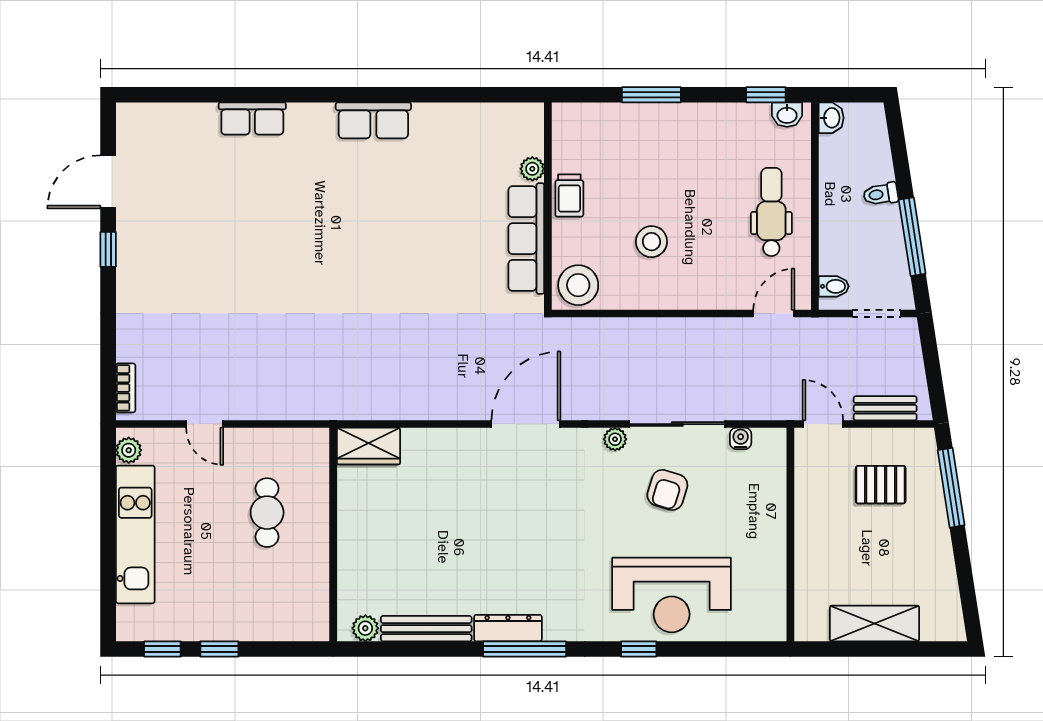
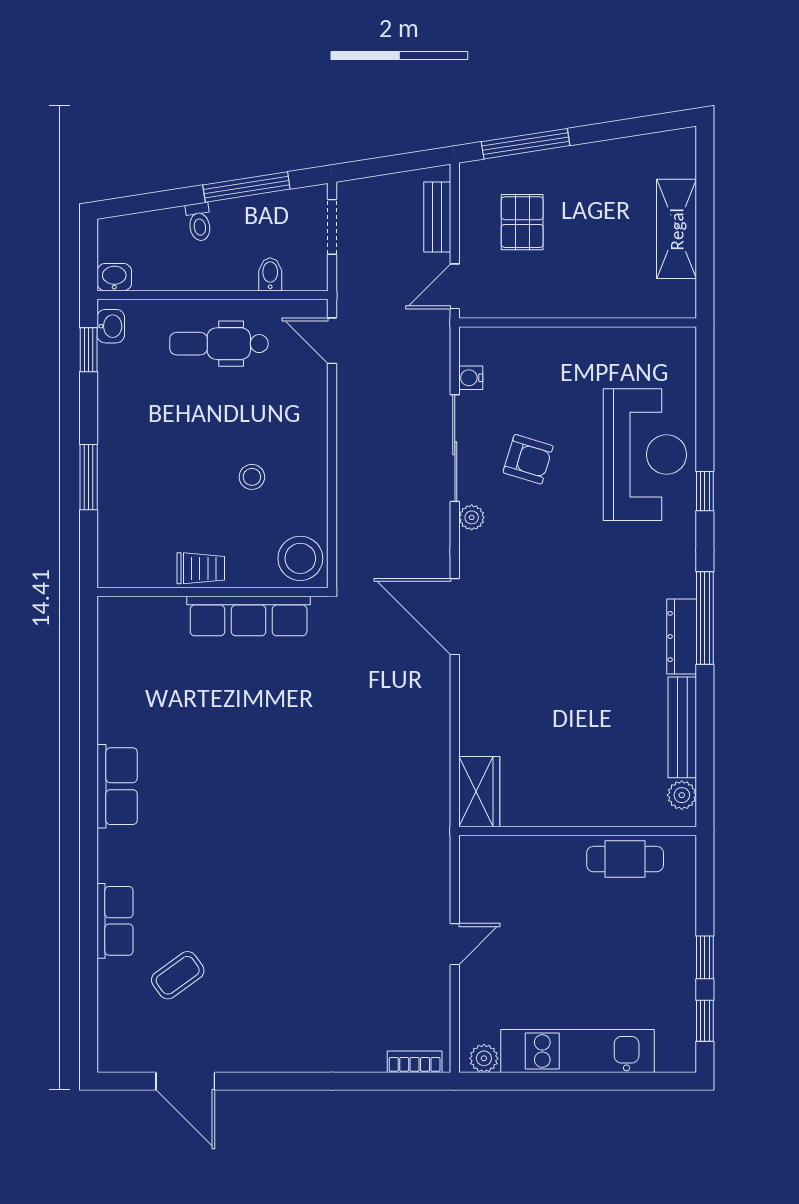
plant: (532, 169) -> (171, 609), removed
coffee table: (203, 175) -> (178, 975), added
stool: (651, 242) -> (252, 477), width x0.73, depth x0.73
window: (108, 249) -> (261, 1081), removed
bidet: (834, 286) -> (270, 274), moved
door: (205, 424) -> (455, 944), moved
cafe table: (267, 513) -> (625, 859), moved

